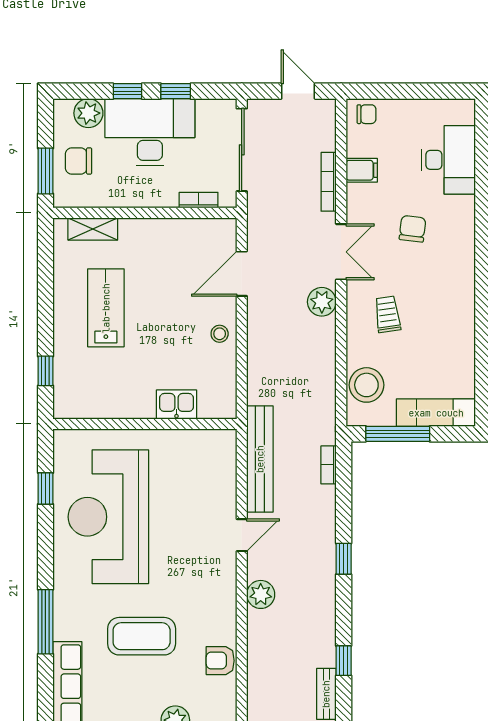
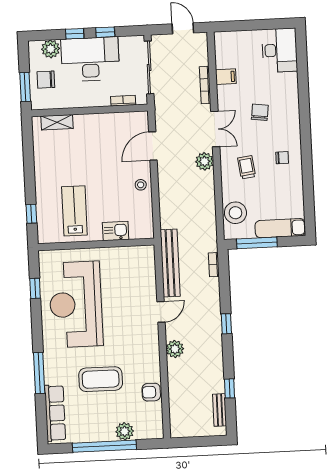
chair: (366, 114) -> (282, 158), moved
desk: (448, 160) -> (280, 50), moved
lab bench: (106, 308) -> (74, 211), moved

